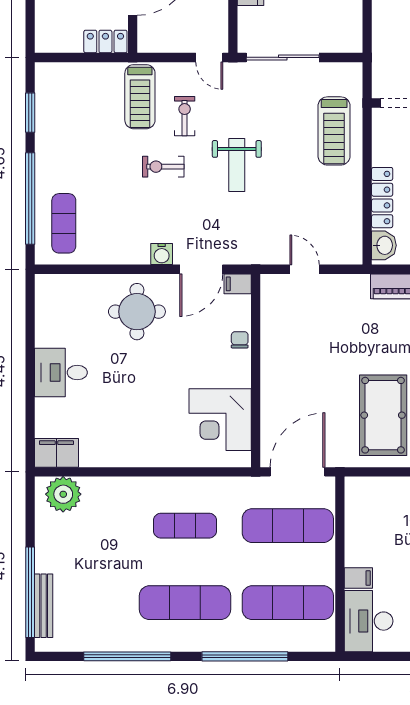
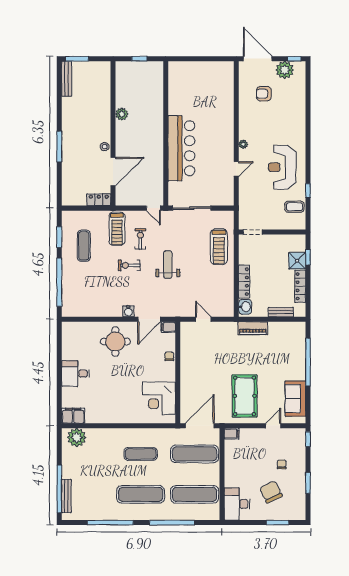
weight bench: (237, 165) -> (168, 265), turned 180
exercise mat: (64, 223) -> (84, 246), moved
filing cabinet: (358, 578) -> (232, 434), moved

